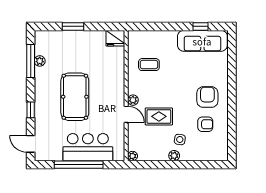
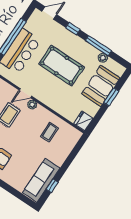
booth: (69, 44) -> (101, 86), added
window: (31, 61) -> (98, 46), moved

